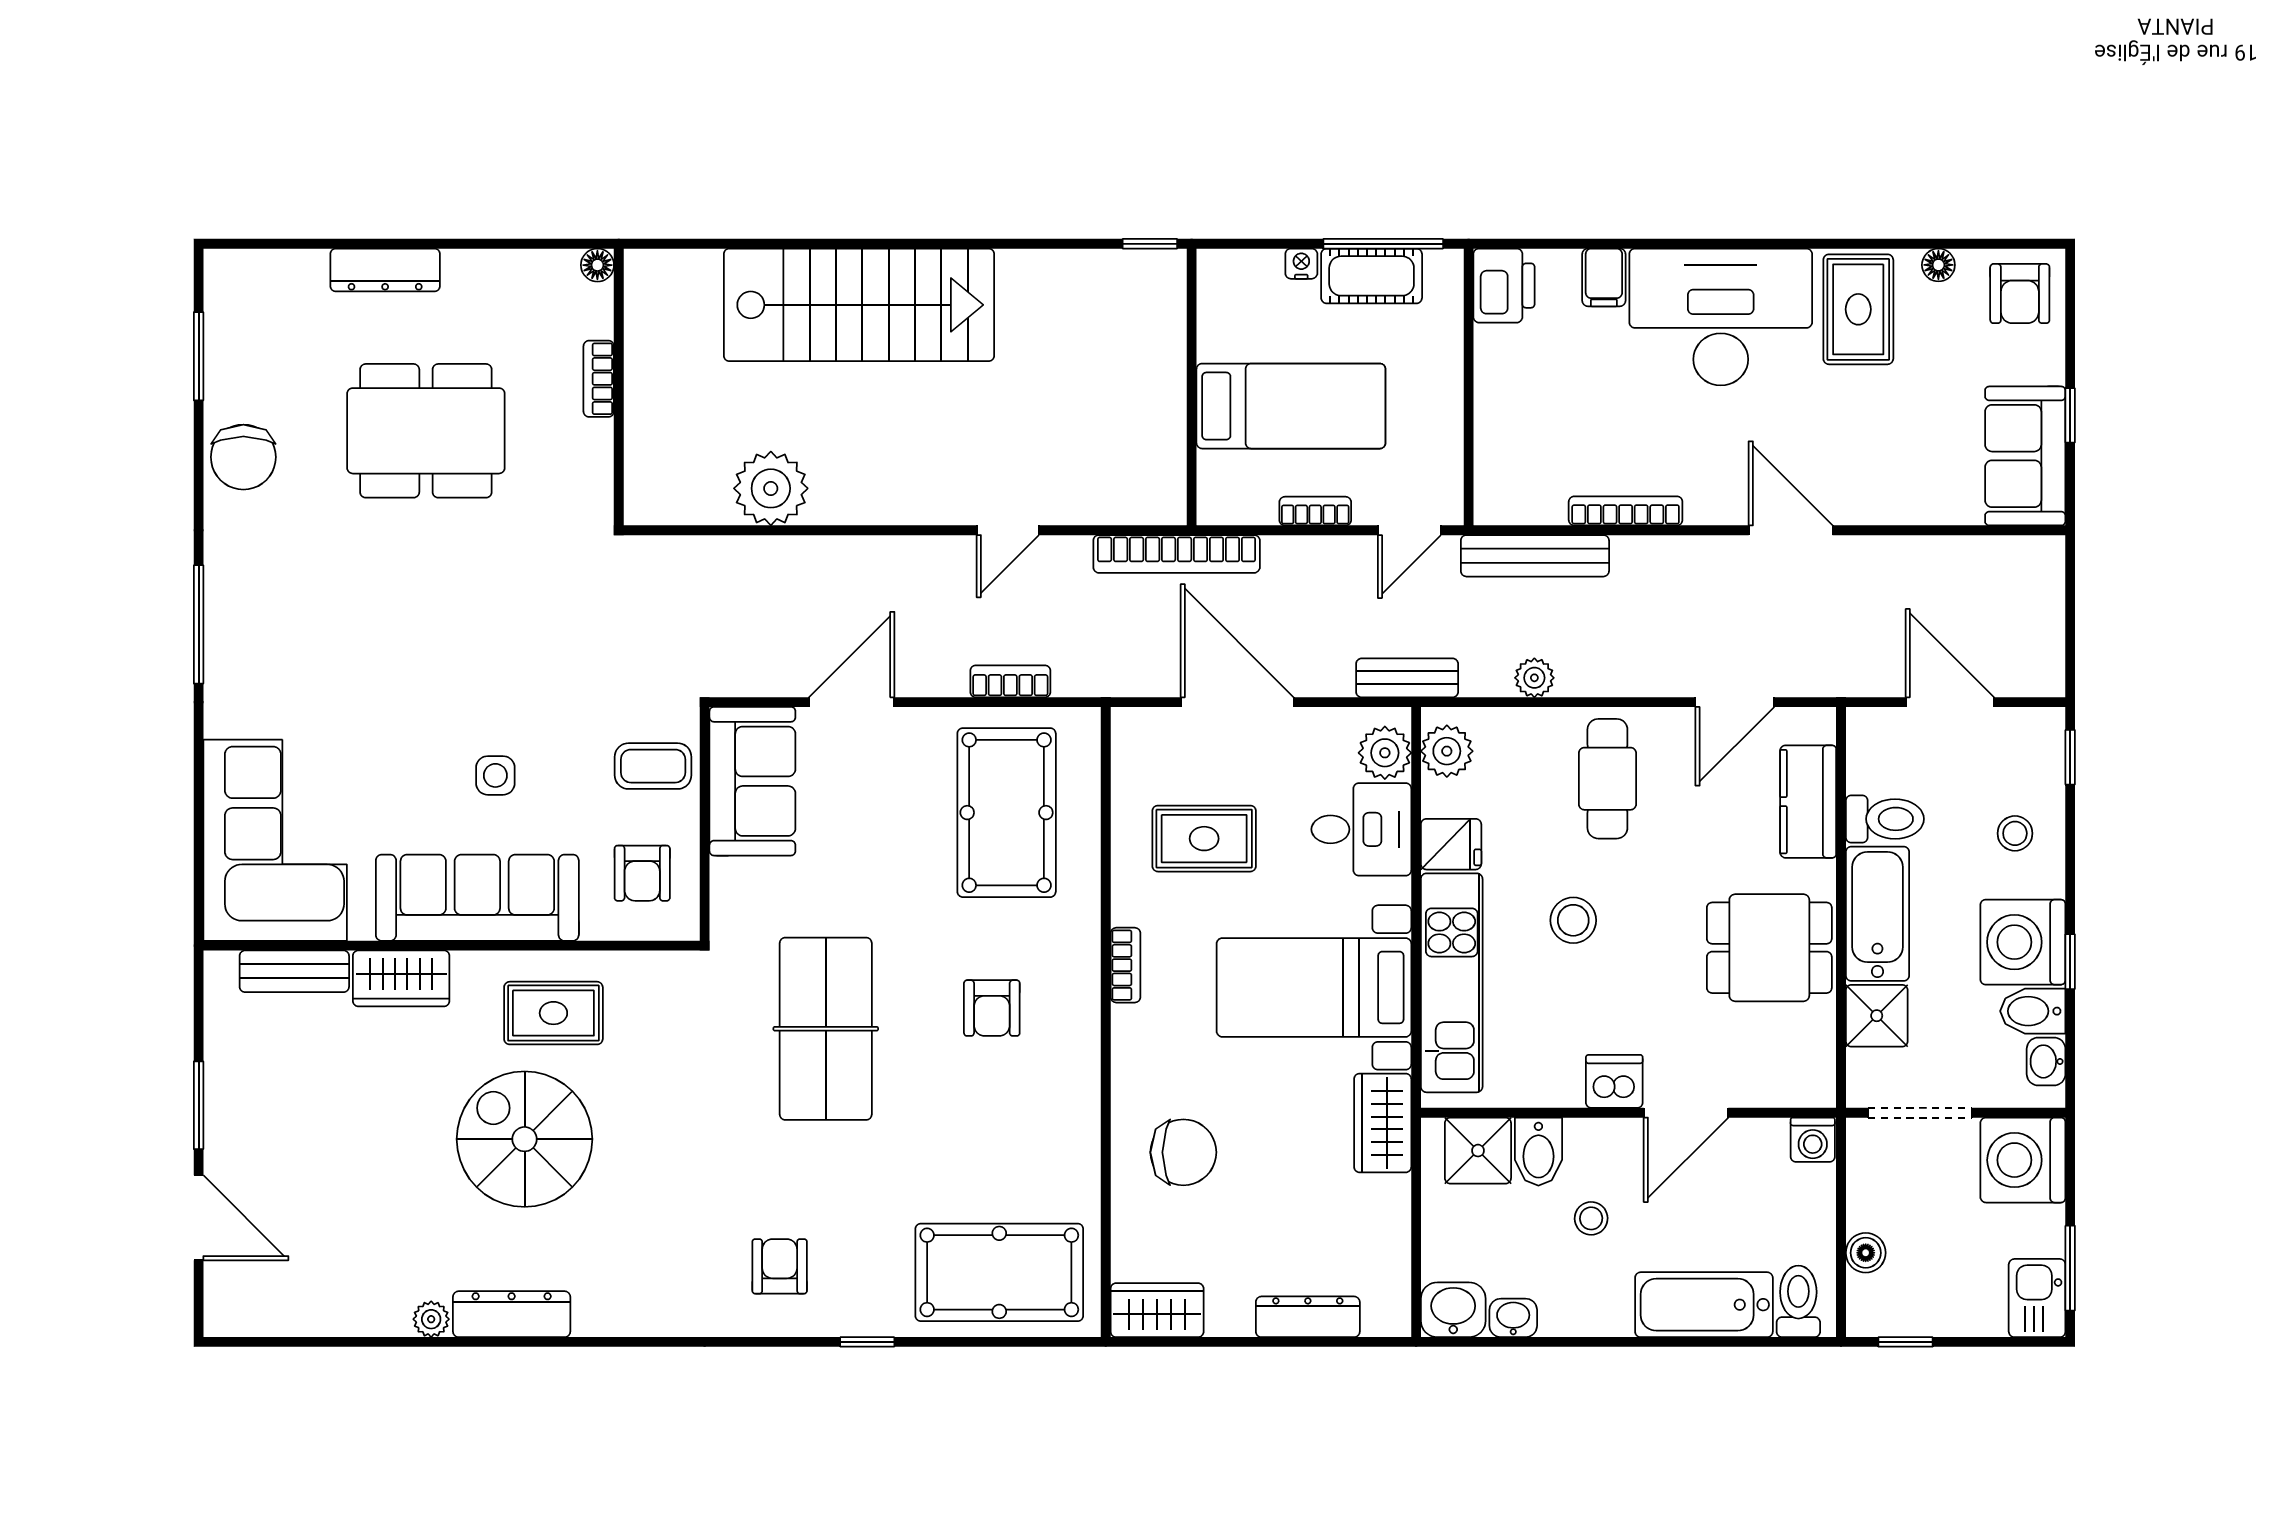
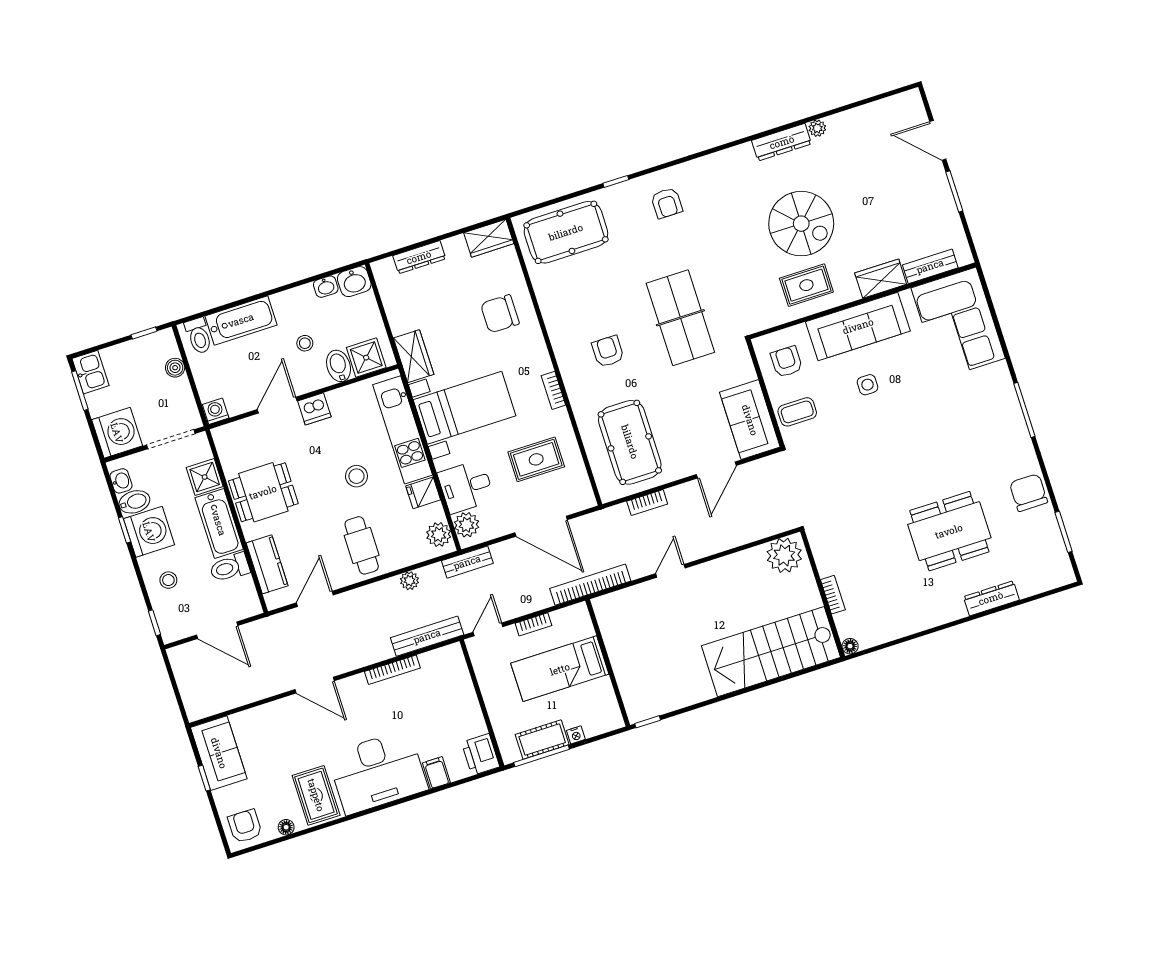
floor lamp: (597, 265) -> (850, 646), moved
bookcase: (599, 379) -> (833, 595), moved
wall: (619, 387) -> (823, 594), moved

